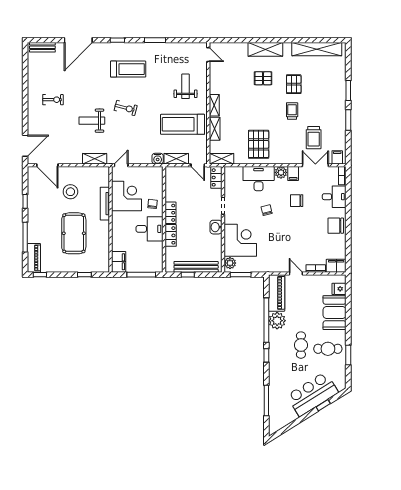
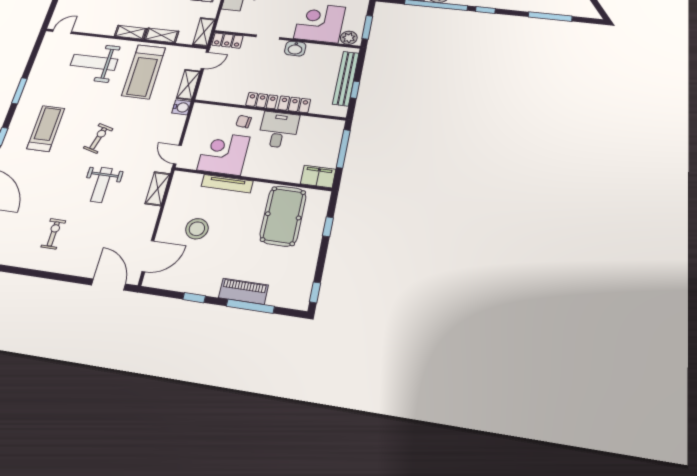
weight bench: (186, 86) -> (94, 62), width x1.36, depth x1.33
pool table: (74, 233) -> (283, 216), moved, turned 90
piano: (34, 258) -> (244, 291), moved

